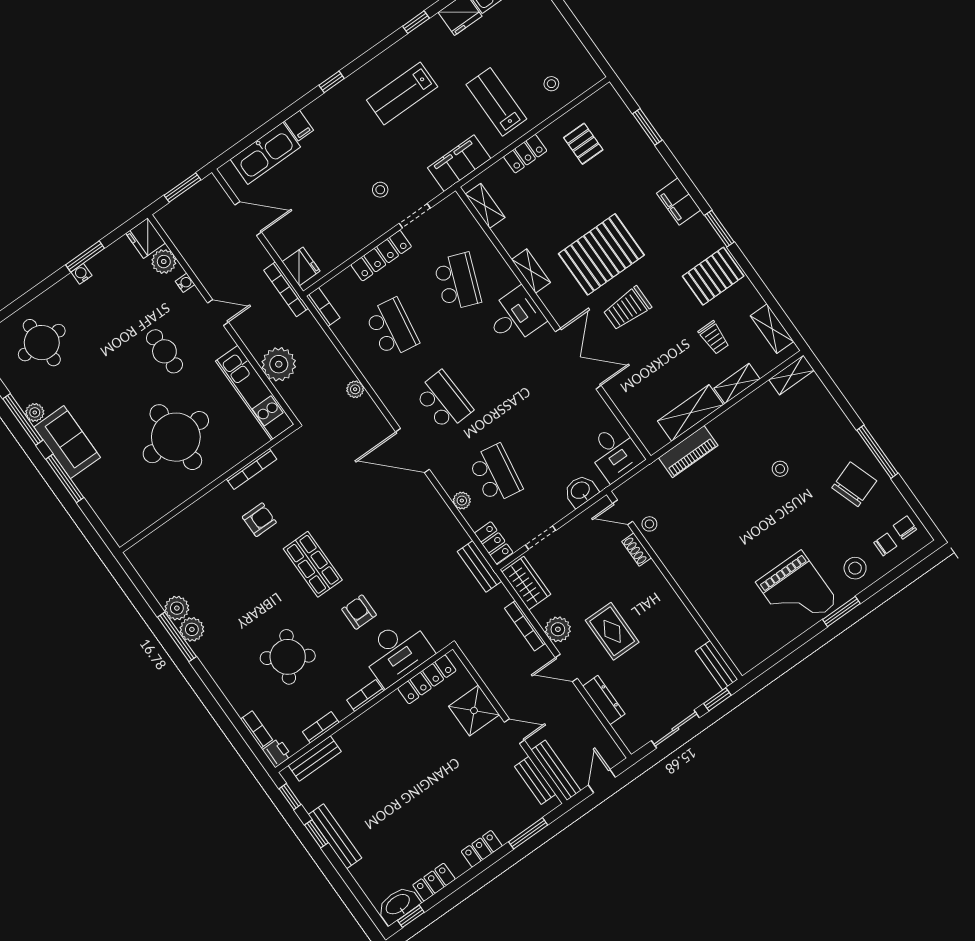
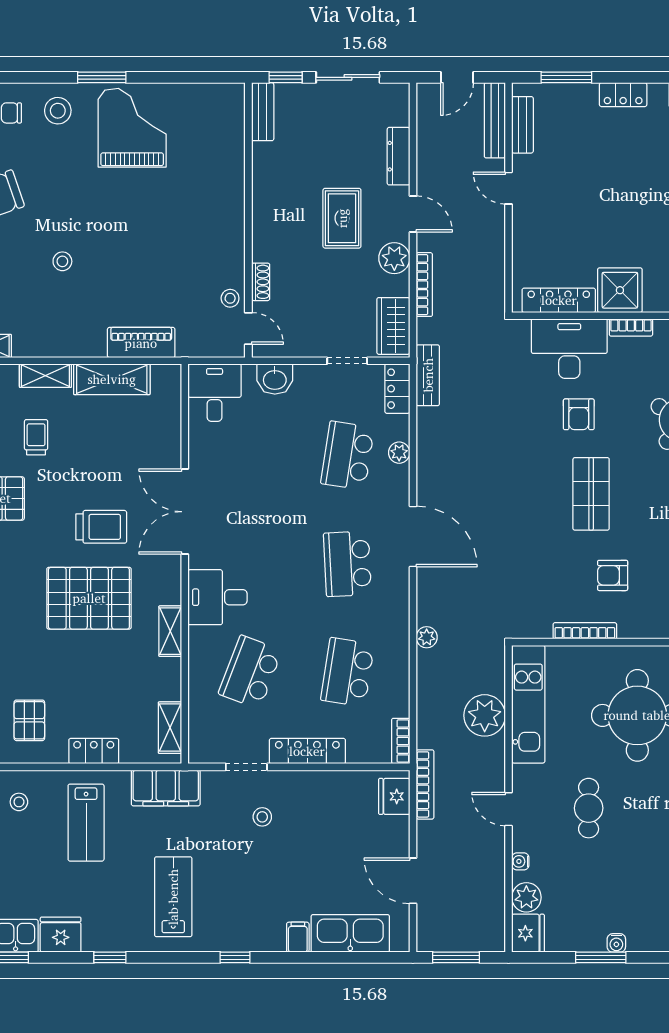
lab bench: (402, 93) -> (173, 897), turned -90
shower: (474, 710) -> (620, 290), moved

